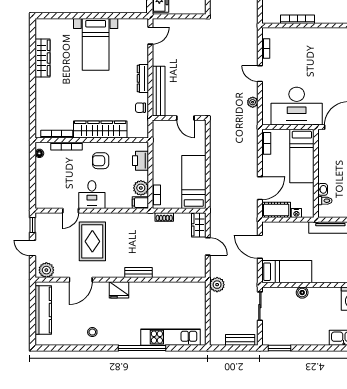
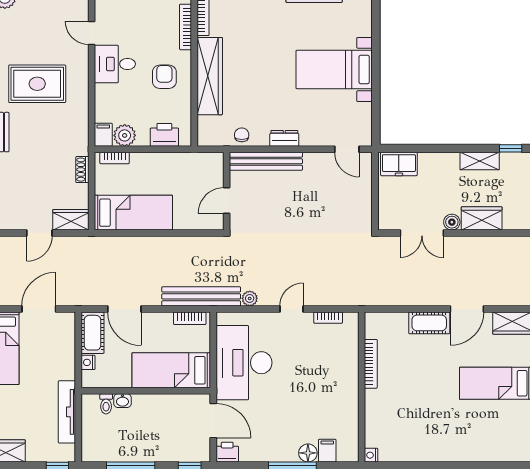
dresser: (143, 78) -> (284, 138), width x0.70
bench: (251, 135) -> (201, 296), added
rug: (92, 241) -> (37, 84), moved

